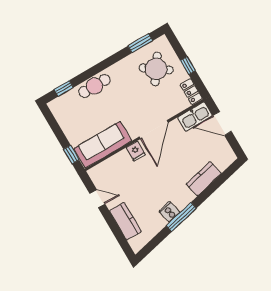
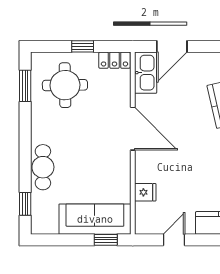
round table: (156, 69) -> (65, 85), turned -36
sofa: (103, 145) -> (95, 219), moved, turned 90
fridge: (136, 151) -> (145, 192), moved

